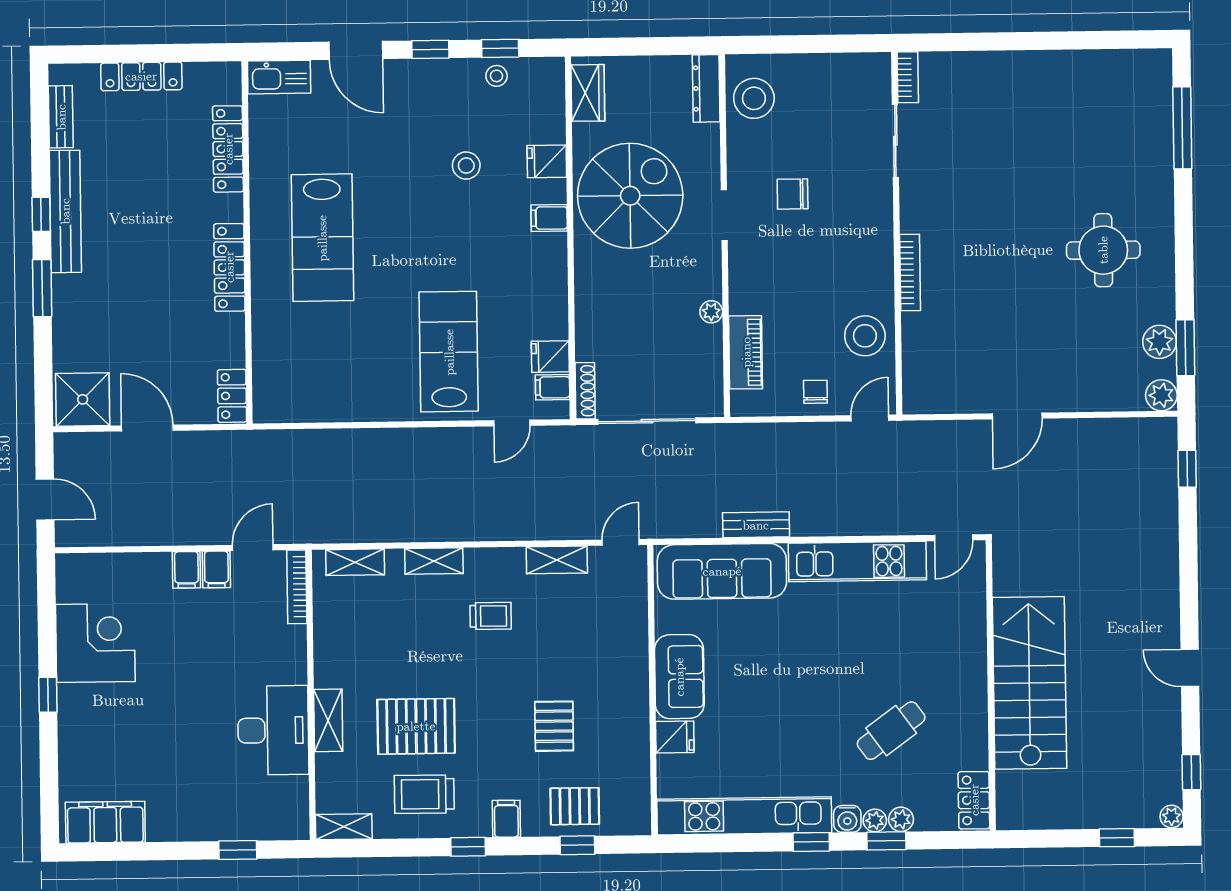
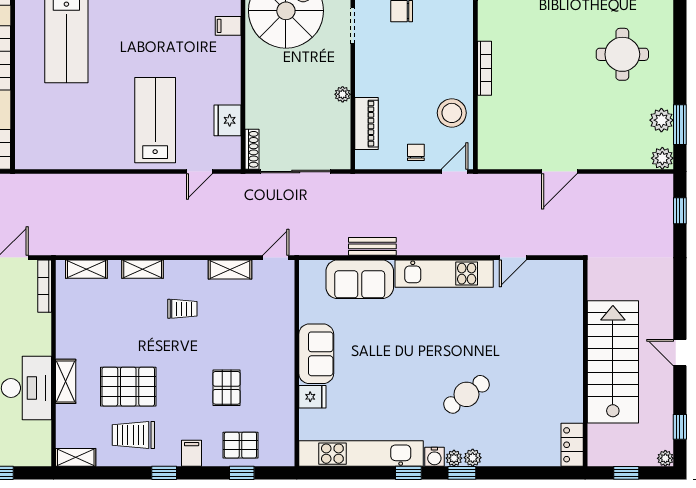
fridge: (550, 357) -> (227, 120), width x1.38
filing cabinet: (553, 387) -> (229, 147), removed
sofa: (722, 571) -> (360, 279), width x0.73
stairs: (1029, 683) -> (613, 362), moved
wall: (991, 685) -> (585, 363), moved
locker: (974, 800) -> (572, 445), moved

